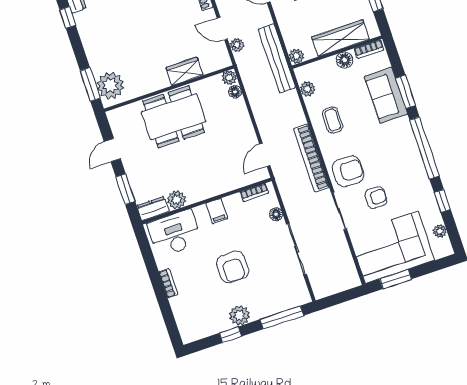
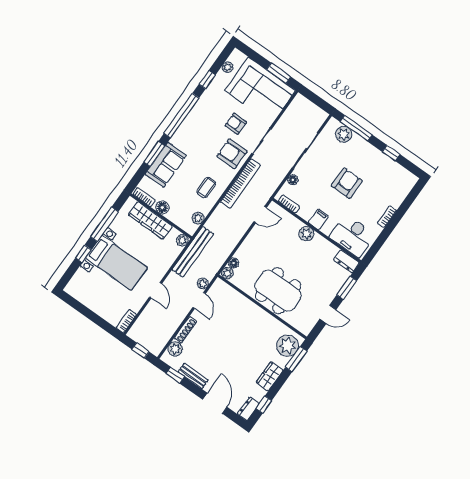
wardrobe: (185, 71) -> (270, 376), moved, turned 90
plant: (176, 200) -> (306, 234), moved
plant: (240, 315) -> (344, 134), moved

